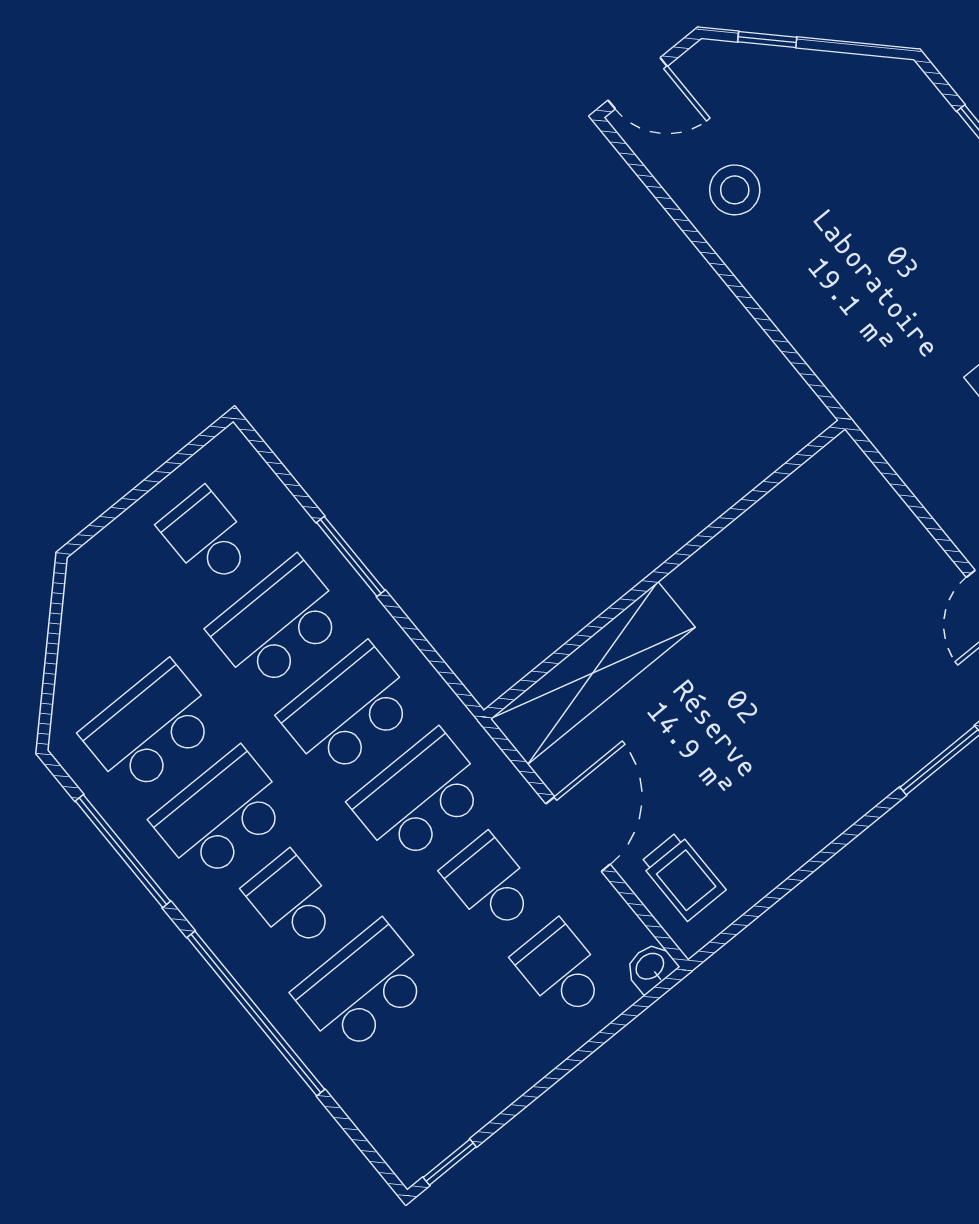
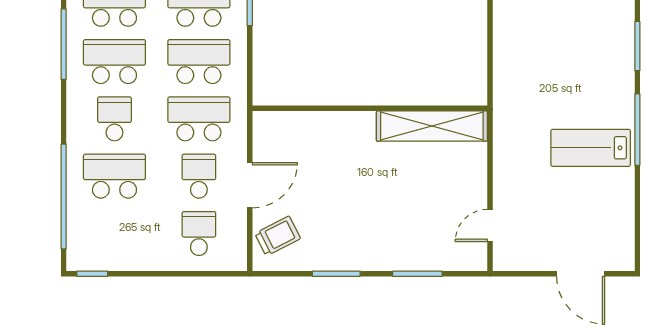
shelving: (593, 673) -> (432, 126), moved
window: (818, 861) -> (336, 274), added
trolley: (683, 876) -> (278, 236), turned -117
washbasin: (651, 967) -> (235, 262), removed
window: (256, 1013) -> (64, 196), moved

